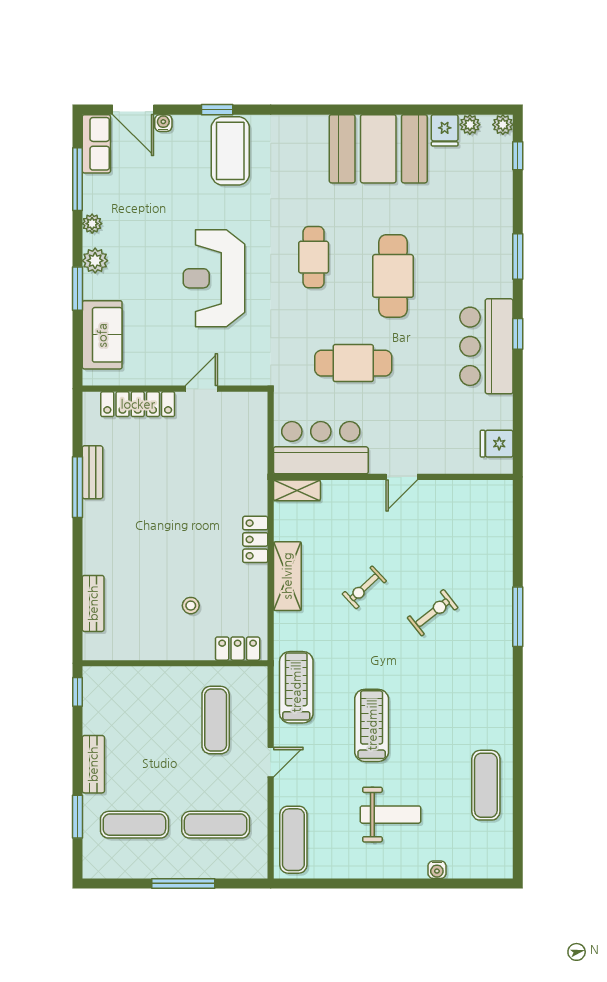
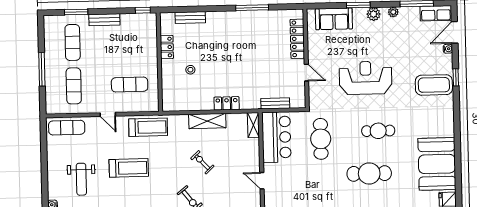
cafe table: (353, 363) -> (321, 139), moved
bench: (92, 472) -> (275, 103), moved
locker: (238, 649) -> (167, 47), moved

